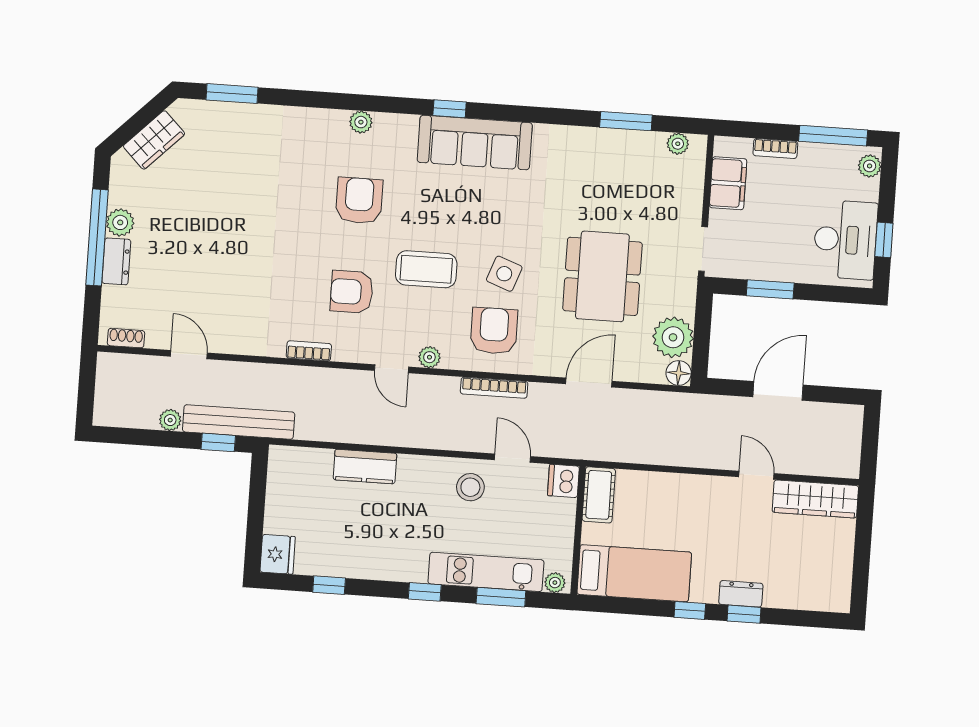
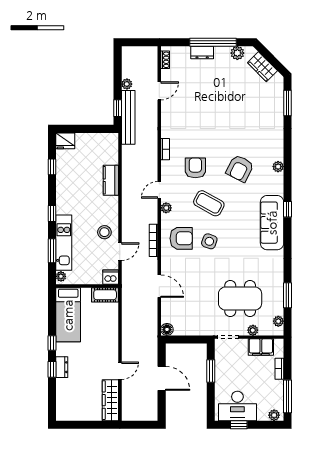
armchair: (359, 201) -> (240, 168), turned 117
plant: (120, 222) -> (237, 53), moved
coffee table: (426, 269) -> (209, 203), turned -61
dining table: (602, 276) -> (240, 298), moved
plant: (673, 337) -> (253, 330), moved, width x0.53, depth x0.53

